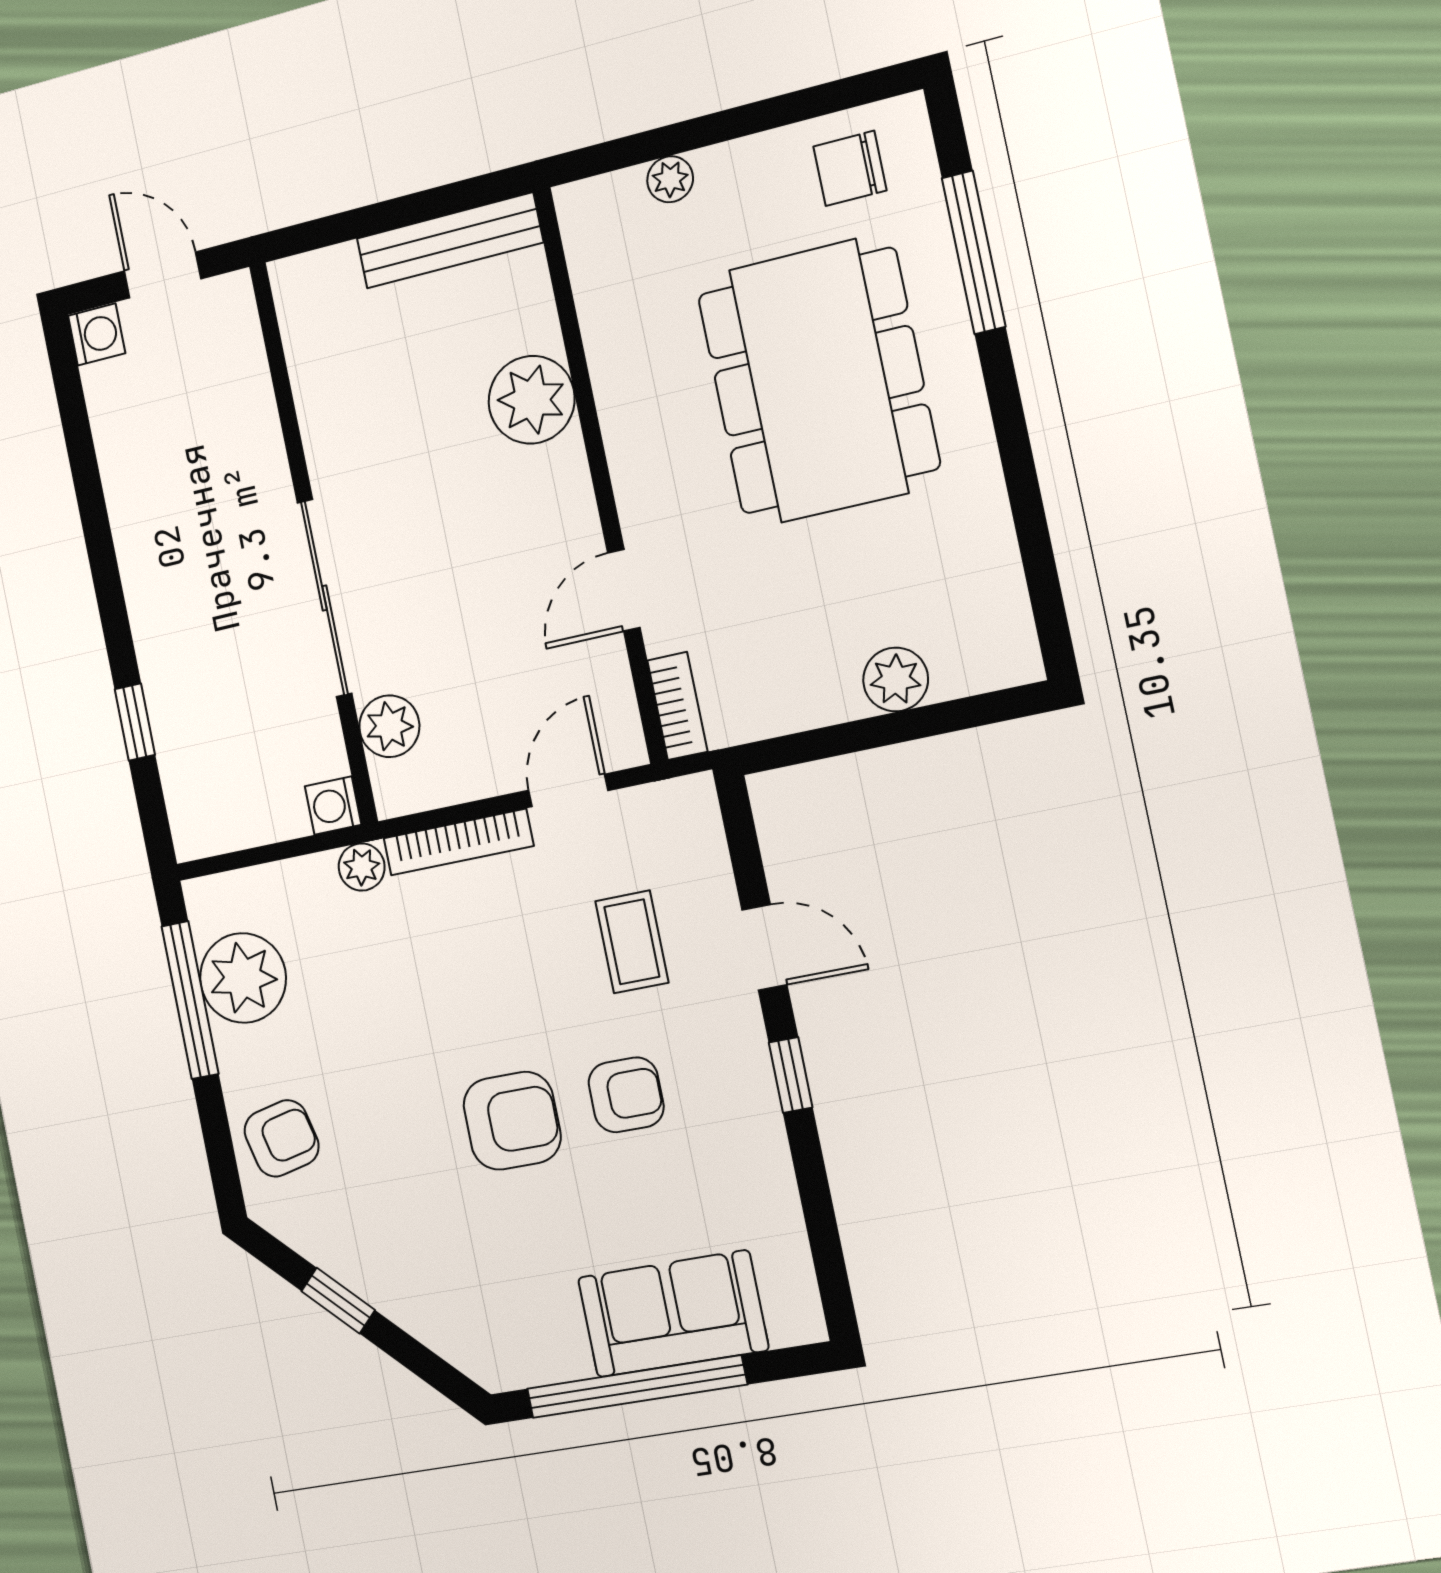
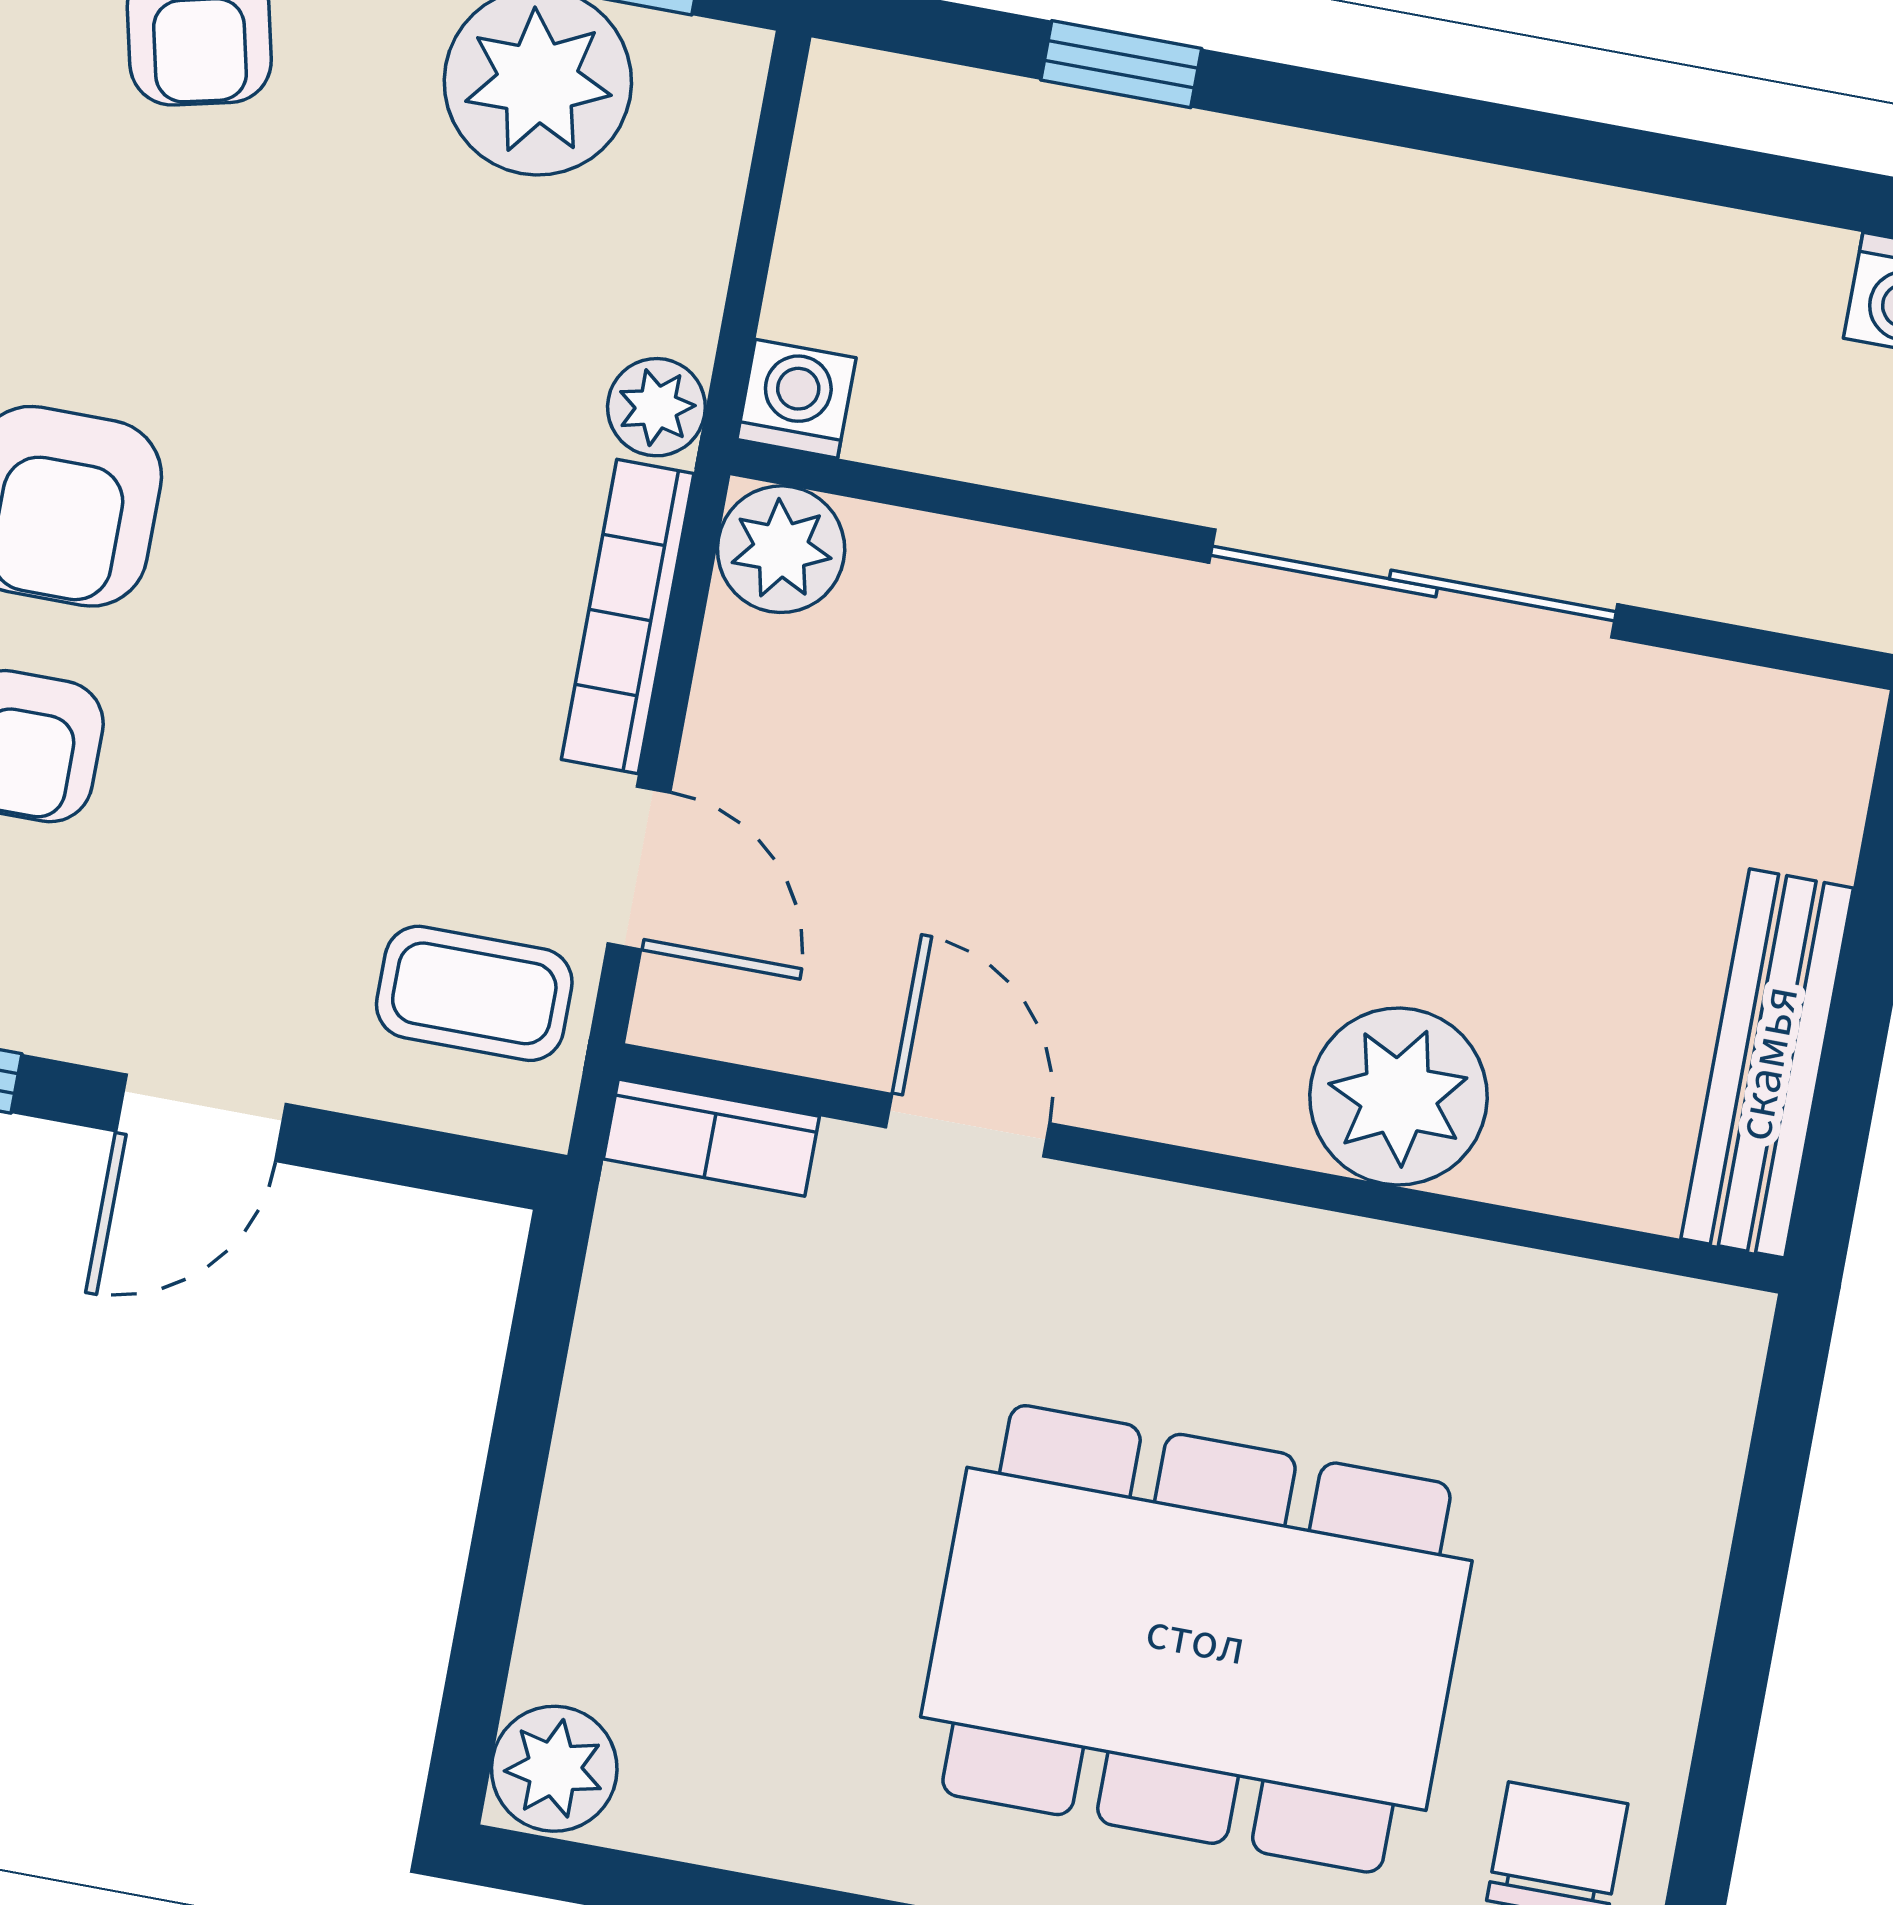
plant: (670, 179) -> (1689, 1521), removed
sliding door: (324, 598) -> (1413, 583), moved
plant: (896, 679) -> (554, 1769), moved
plant: (389, 726) -> (781, 549), moved
coffee table: (632, 942) -> (474, 993), moved

